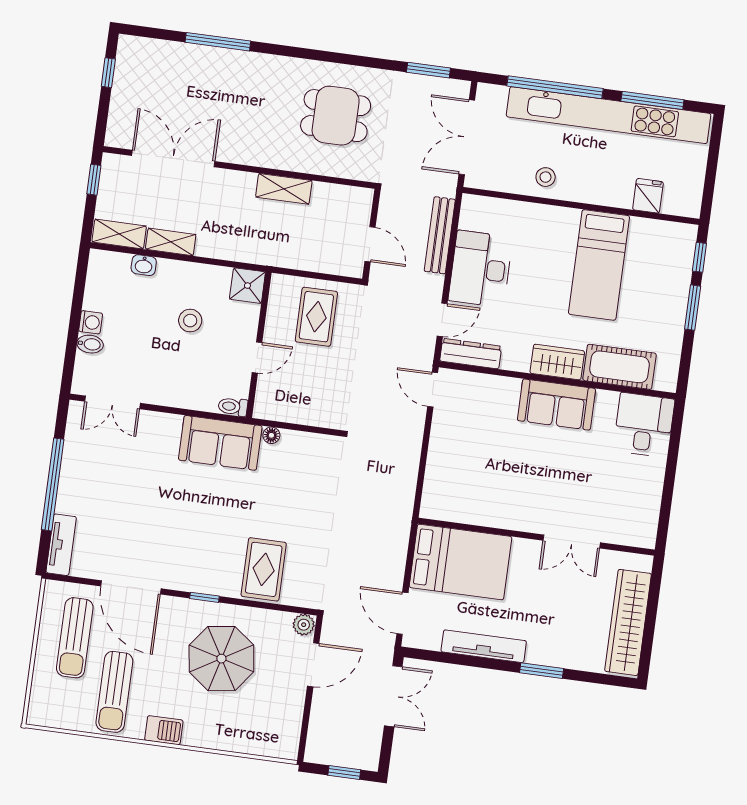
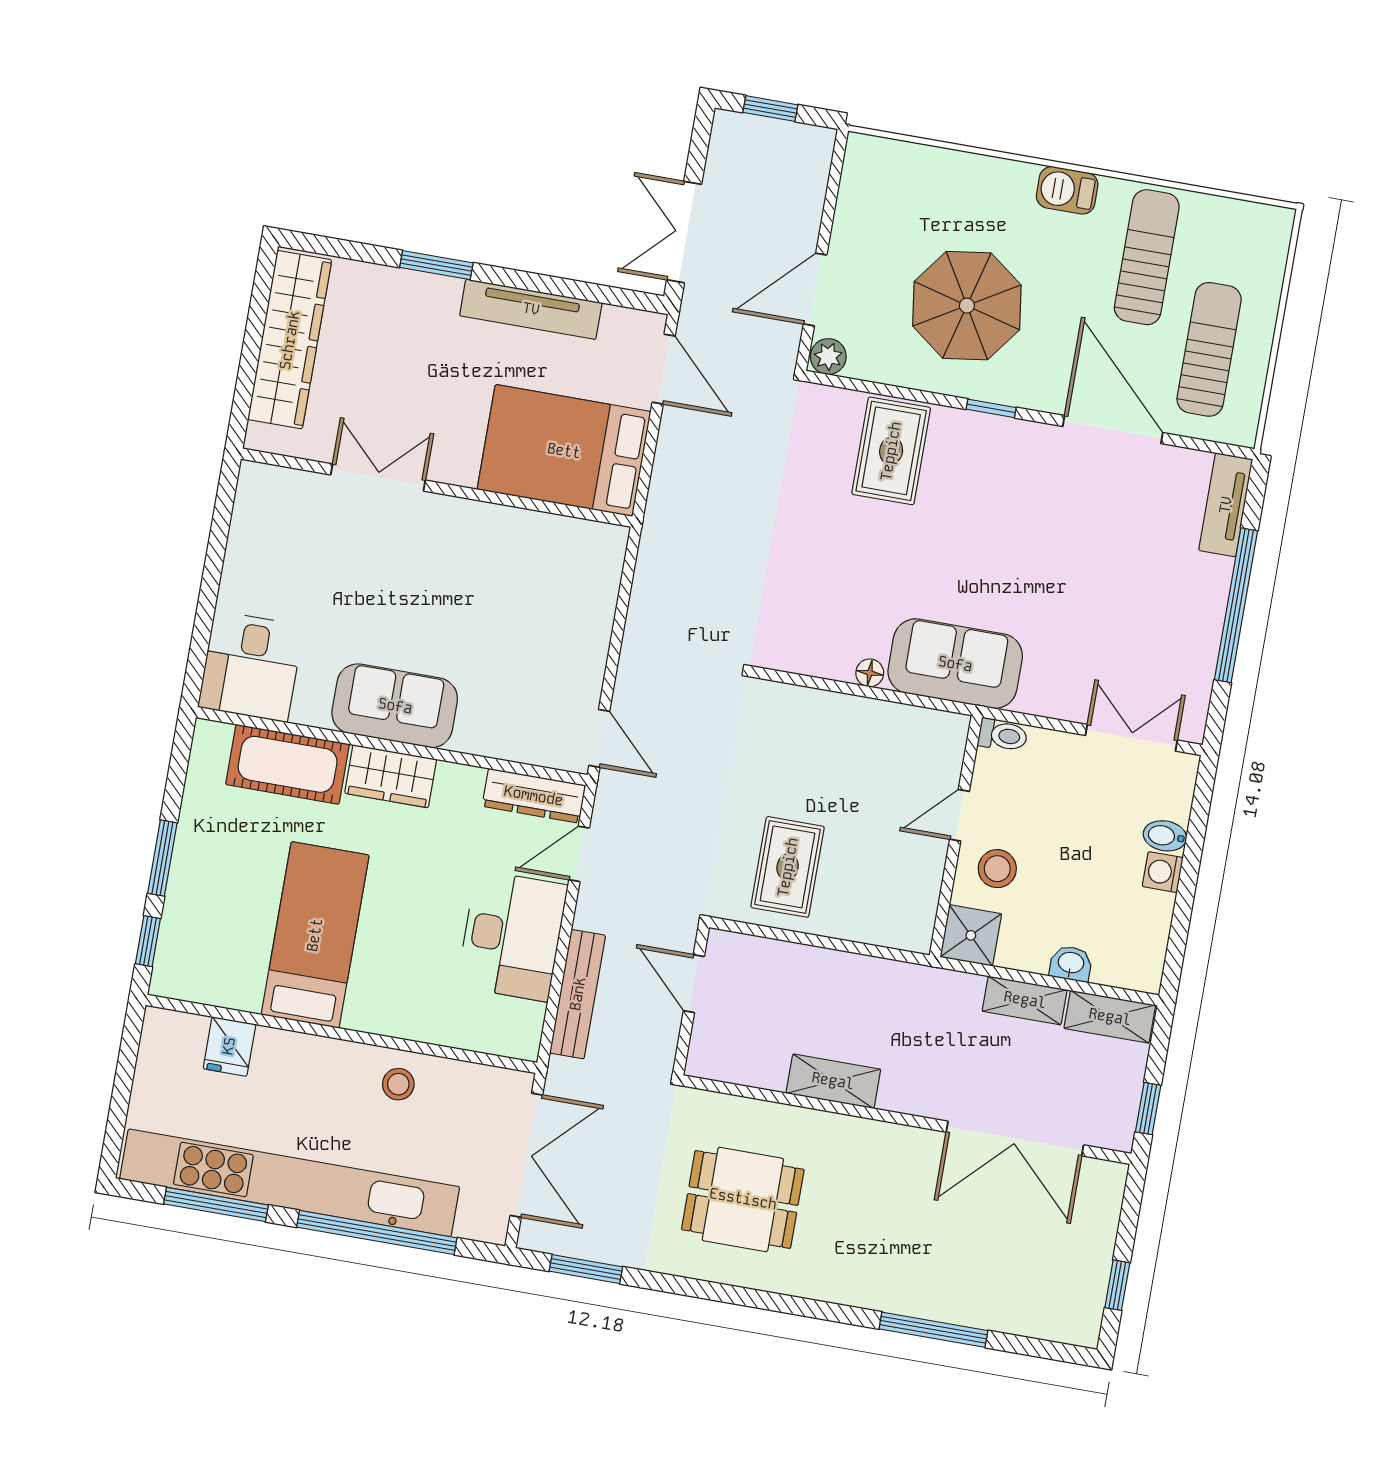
shower: (247, 286) -> (971, 935), moved
wall: (259, 345) -> (956, 836), moved
door: (257, 358) -> (960, 815), moved
toilet: (233, 407) -> (1003, 735), moved

